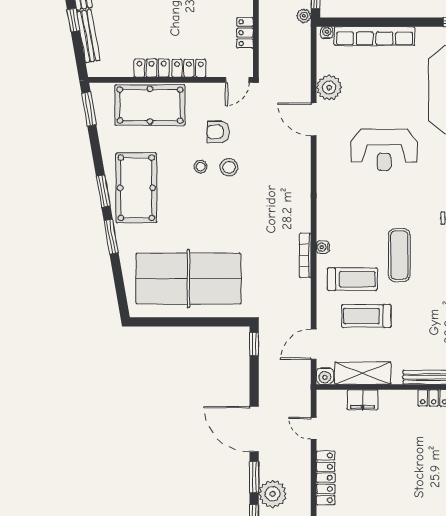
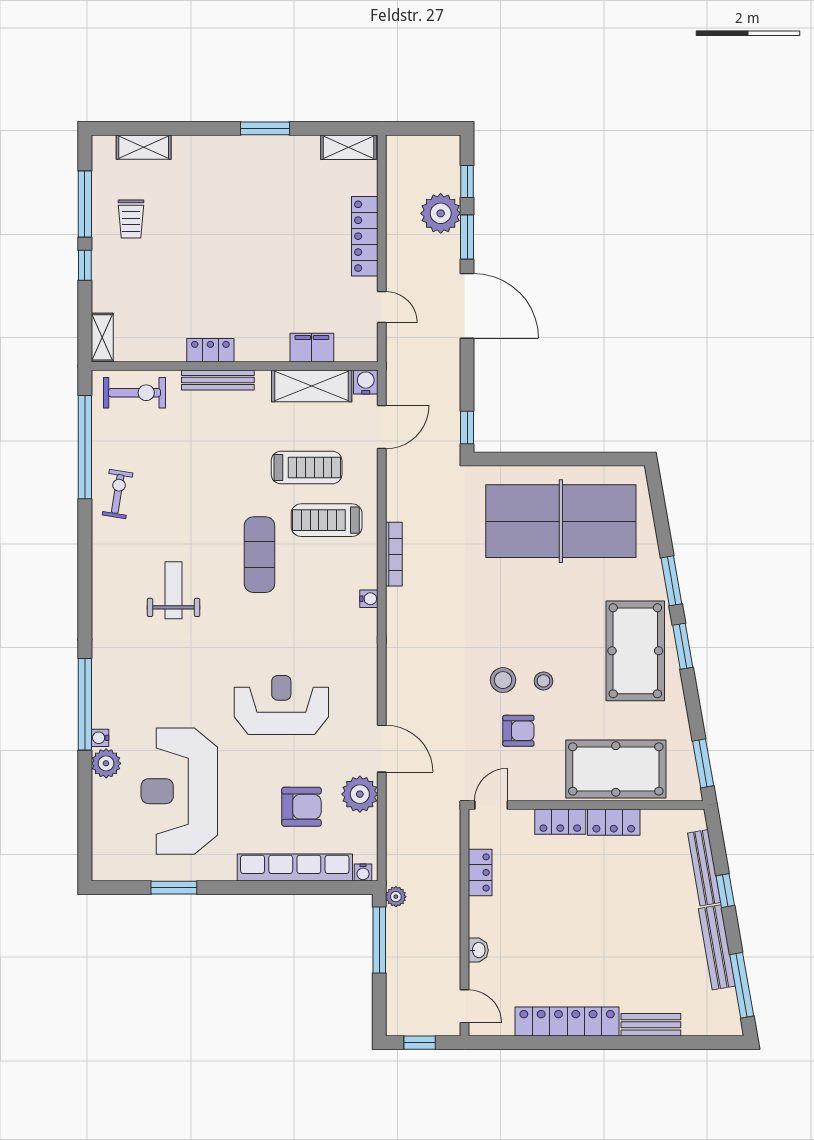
armchair: (370, 79) -> (301, 807), added
water cooler: (323, 247) -> (369, 599), moved

